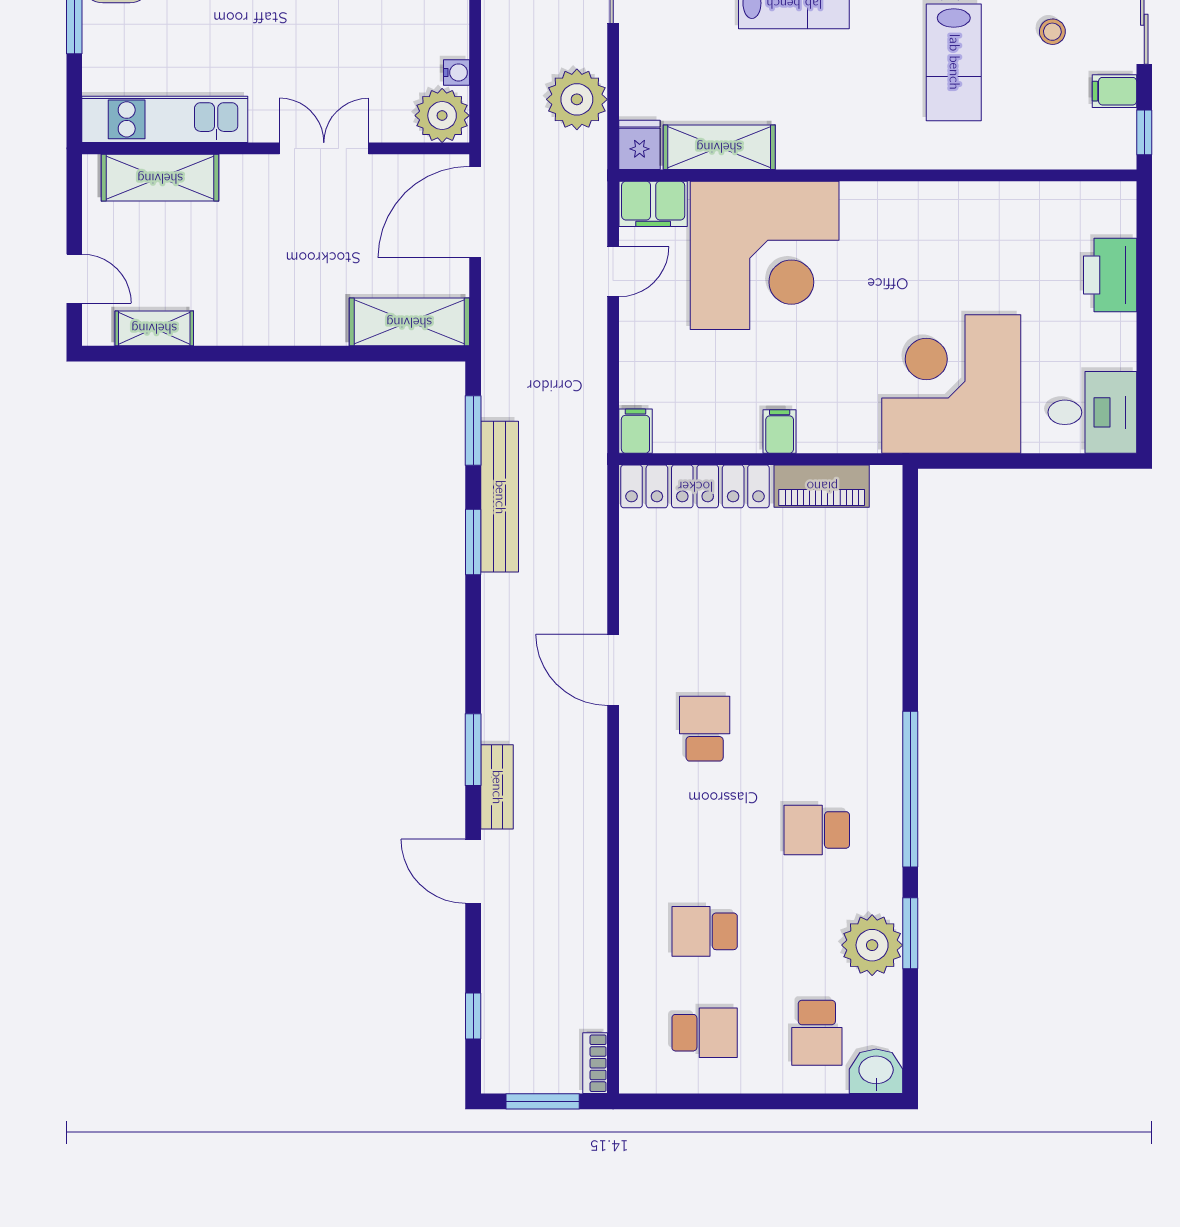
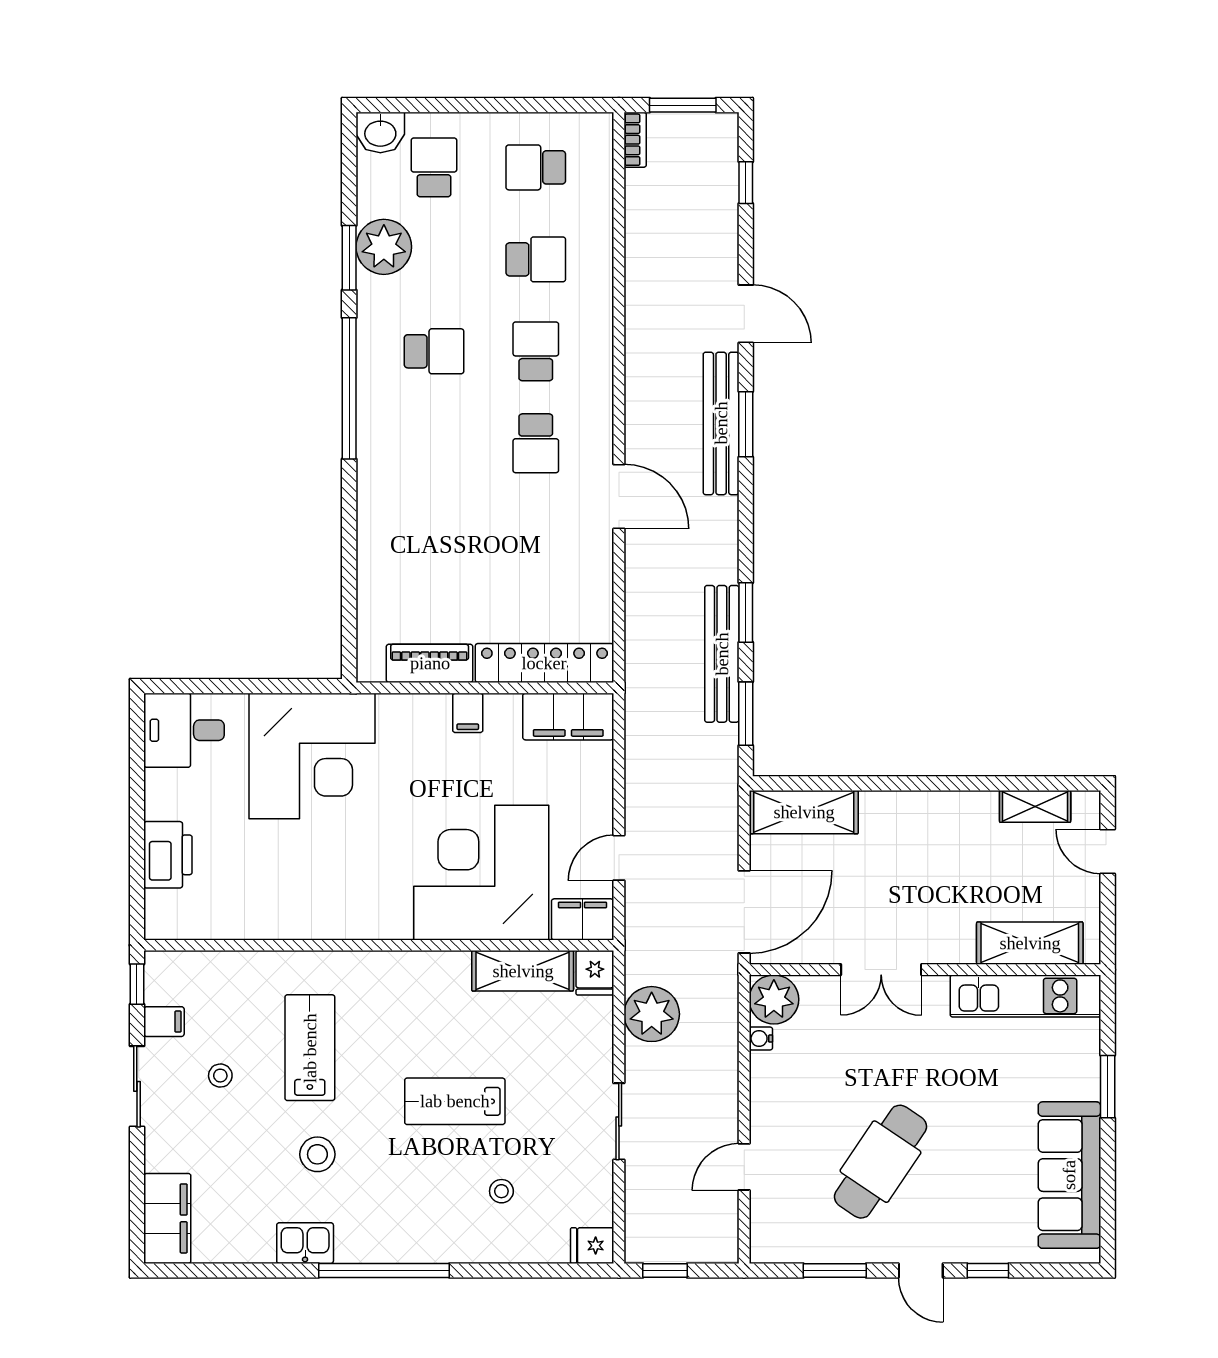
filing cabinet: (635, 431) -> (568, 717), width x3.00, depth x1.17
bench: (497, 787) -> (721, 423), width x1.86, depth x1.21
school desk: (705, 830) -> (536, 351), added

